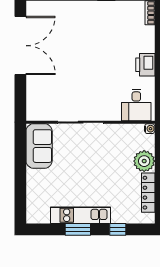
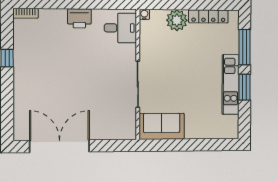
window: (118, 229) -> (245, 47), width x2.17

